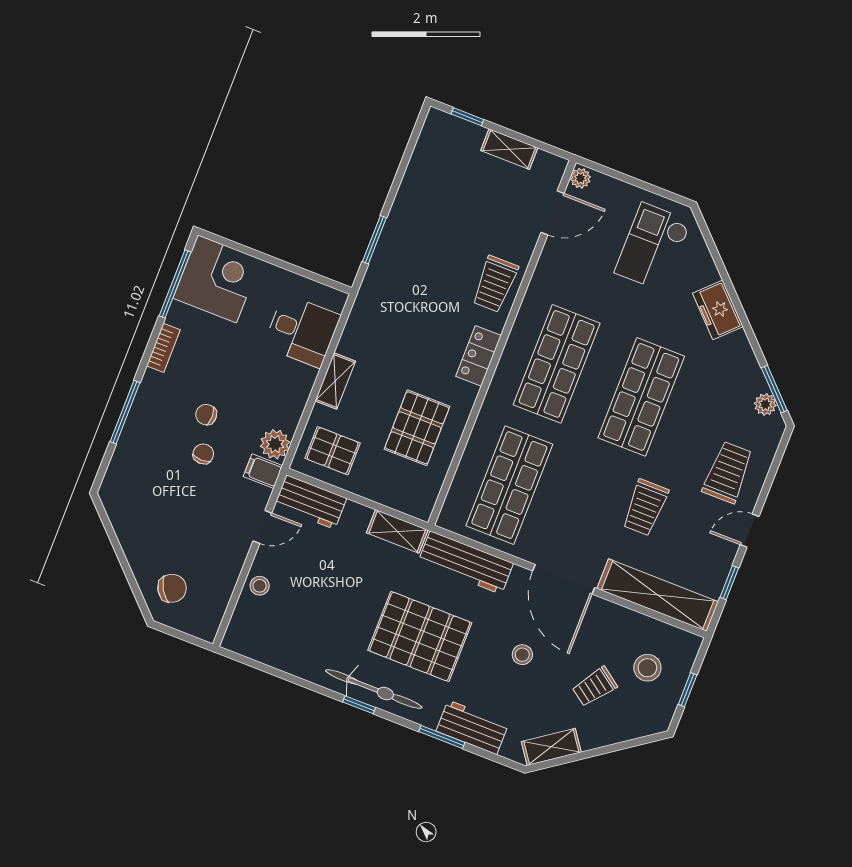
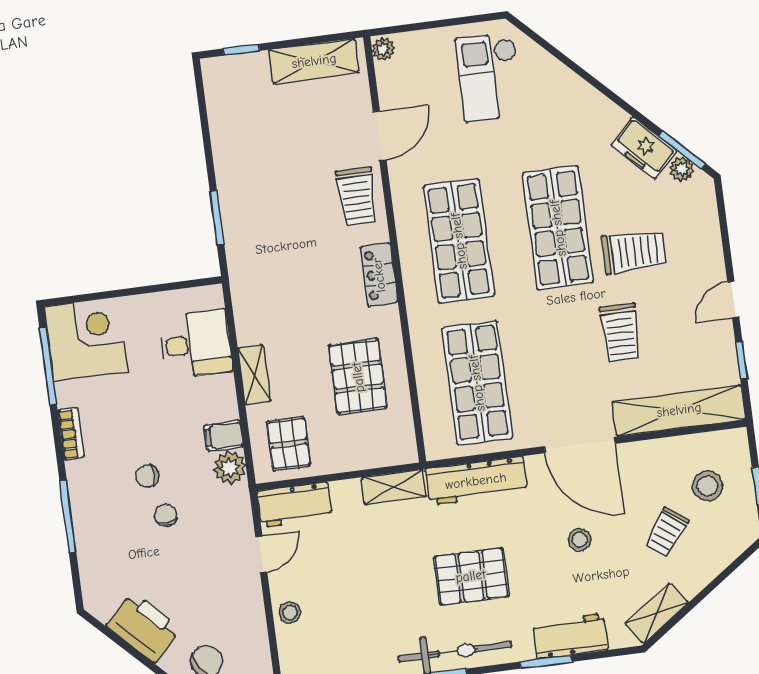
shelving: (509, 149) -> (314, 61), width x1.50, depth x1.33
door: (553, 213) -> (380, 136), moved
freezer: (718, 310) -> (644, 148), moved
pallet: (333, 451) -> (289, 443), turned 90
filing cabinet: (263, 471) -> (224, 436), moved
trolley: (728, 472) -> (634, 252), moved, turned 90
printer: (137, 534) -> (144, 627), added
pallet: (420, 637) -> (471, 576), width x0.73, depth x0.71

